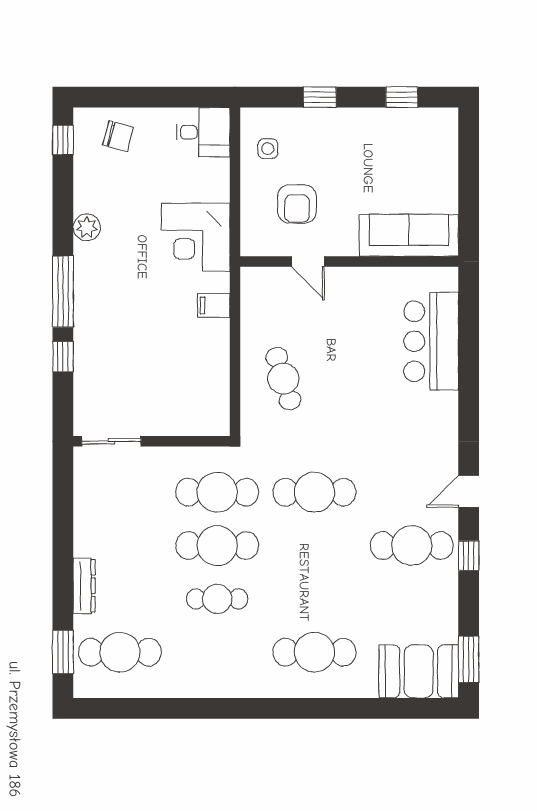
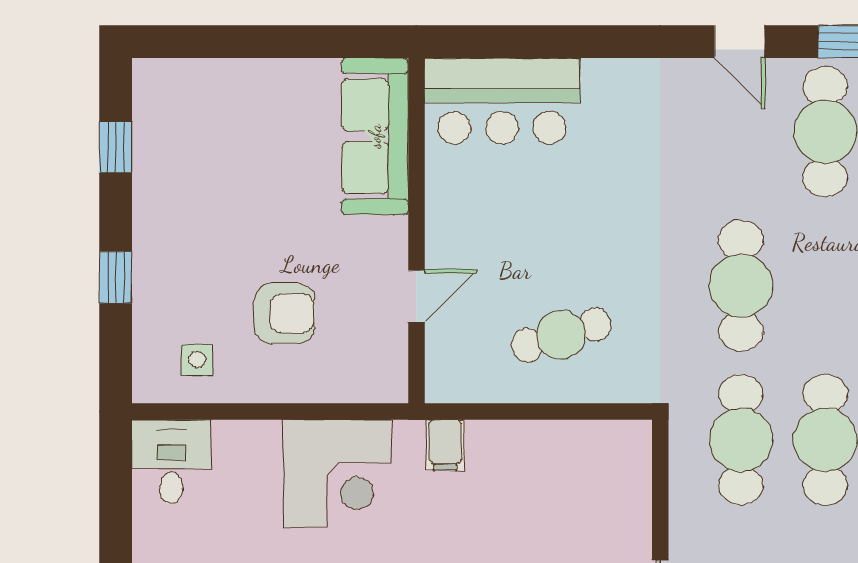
sofa: (409, 235) -> (375, 136), moved
door: (308, 262) -> (416, 296), moved
wall: (349, 262) -> (416, 231), moved

